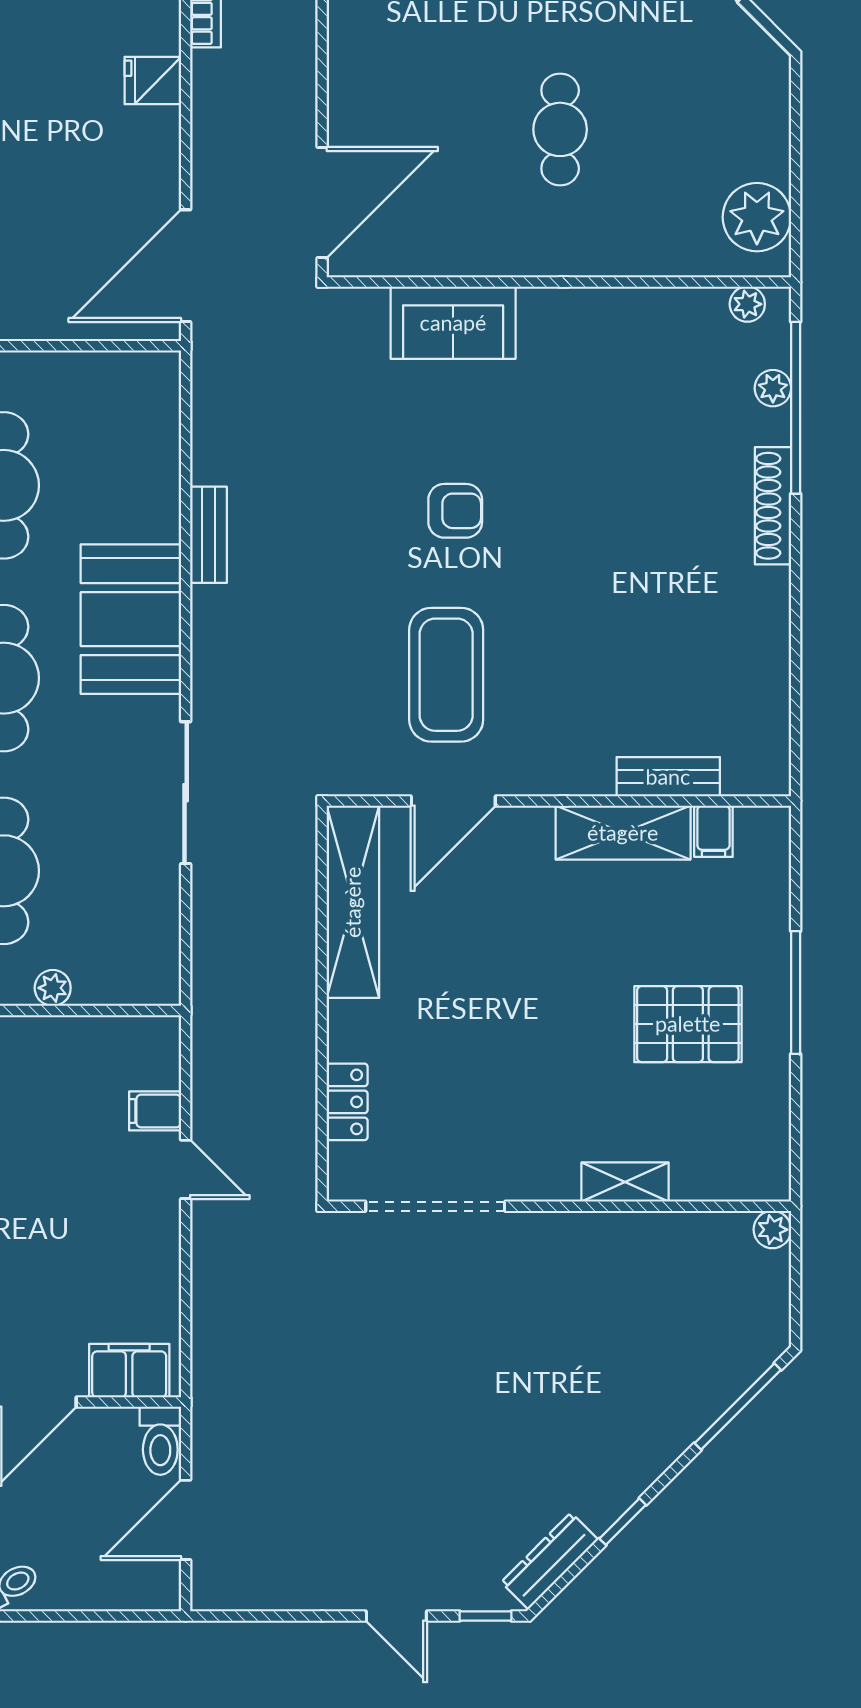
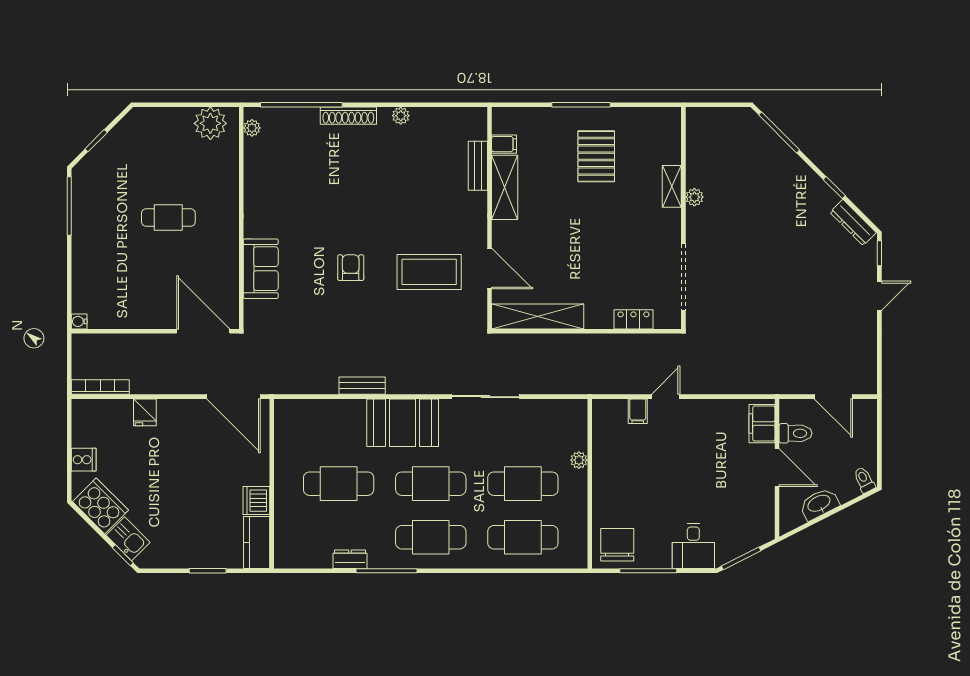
plant: (773, 388) -> (401, 116), moved
plant: (772, 1230) -> (694, 197), moved
toilet: (160, 1441) -> (795, 433), moved

